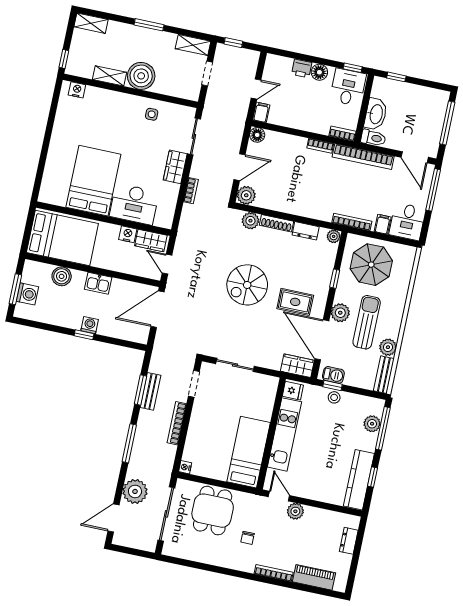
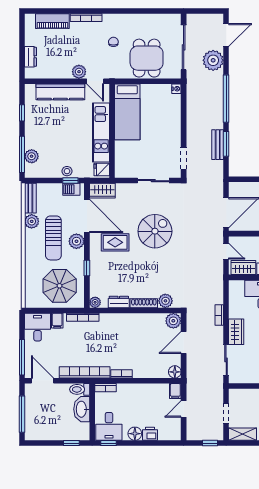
spiral stairs: (247, 285) -> (155, 231), moved
bookcase: (177, 423) -> (191, 123), removed
window: (129, 443) -> (226, 99), width x1.46
kitchen counter: (359, 480) -> (60, 92), moved, turned 90

